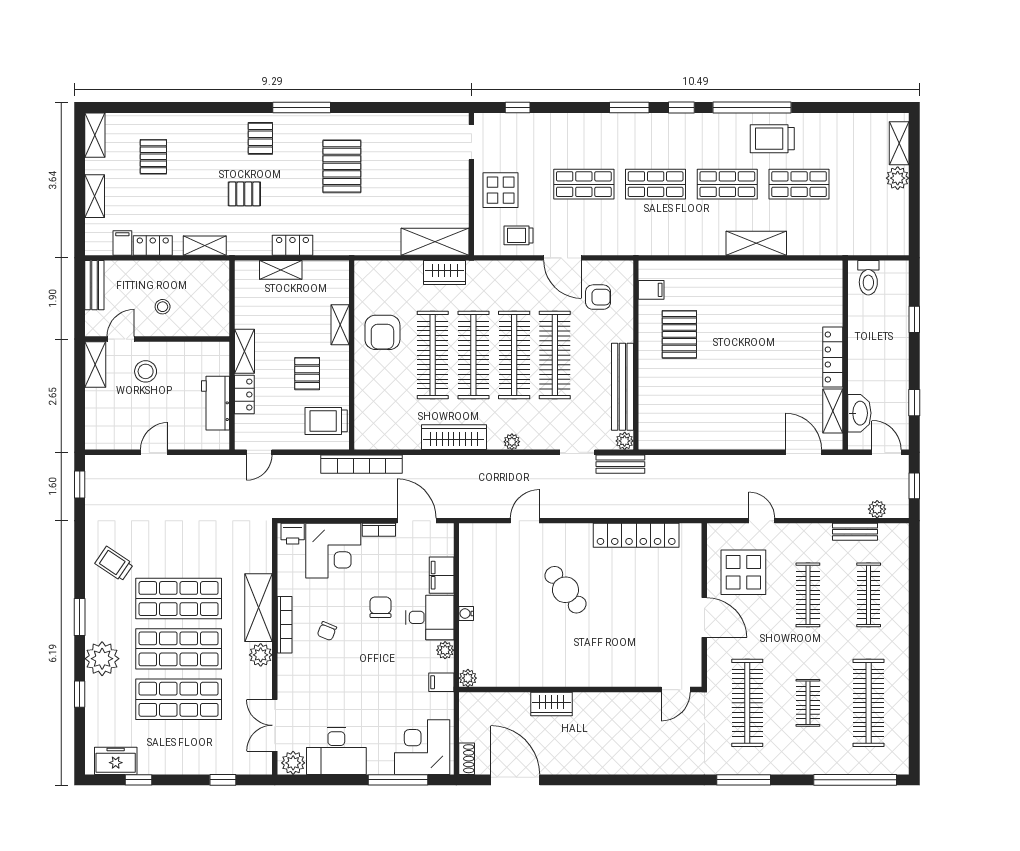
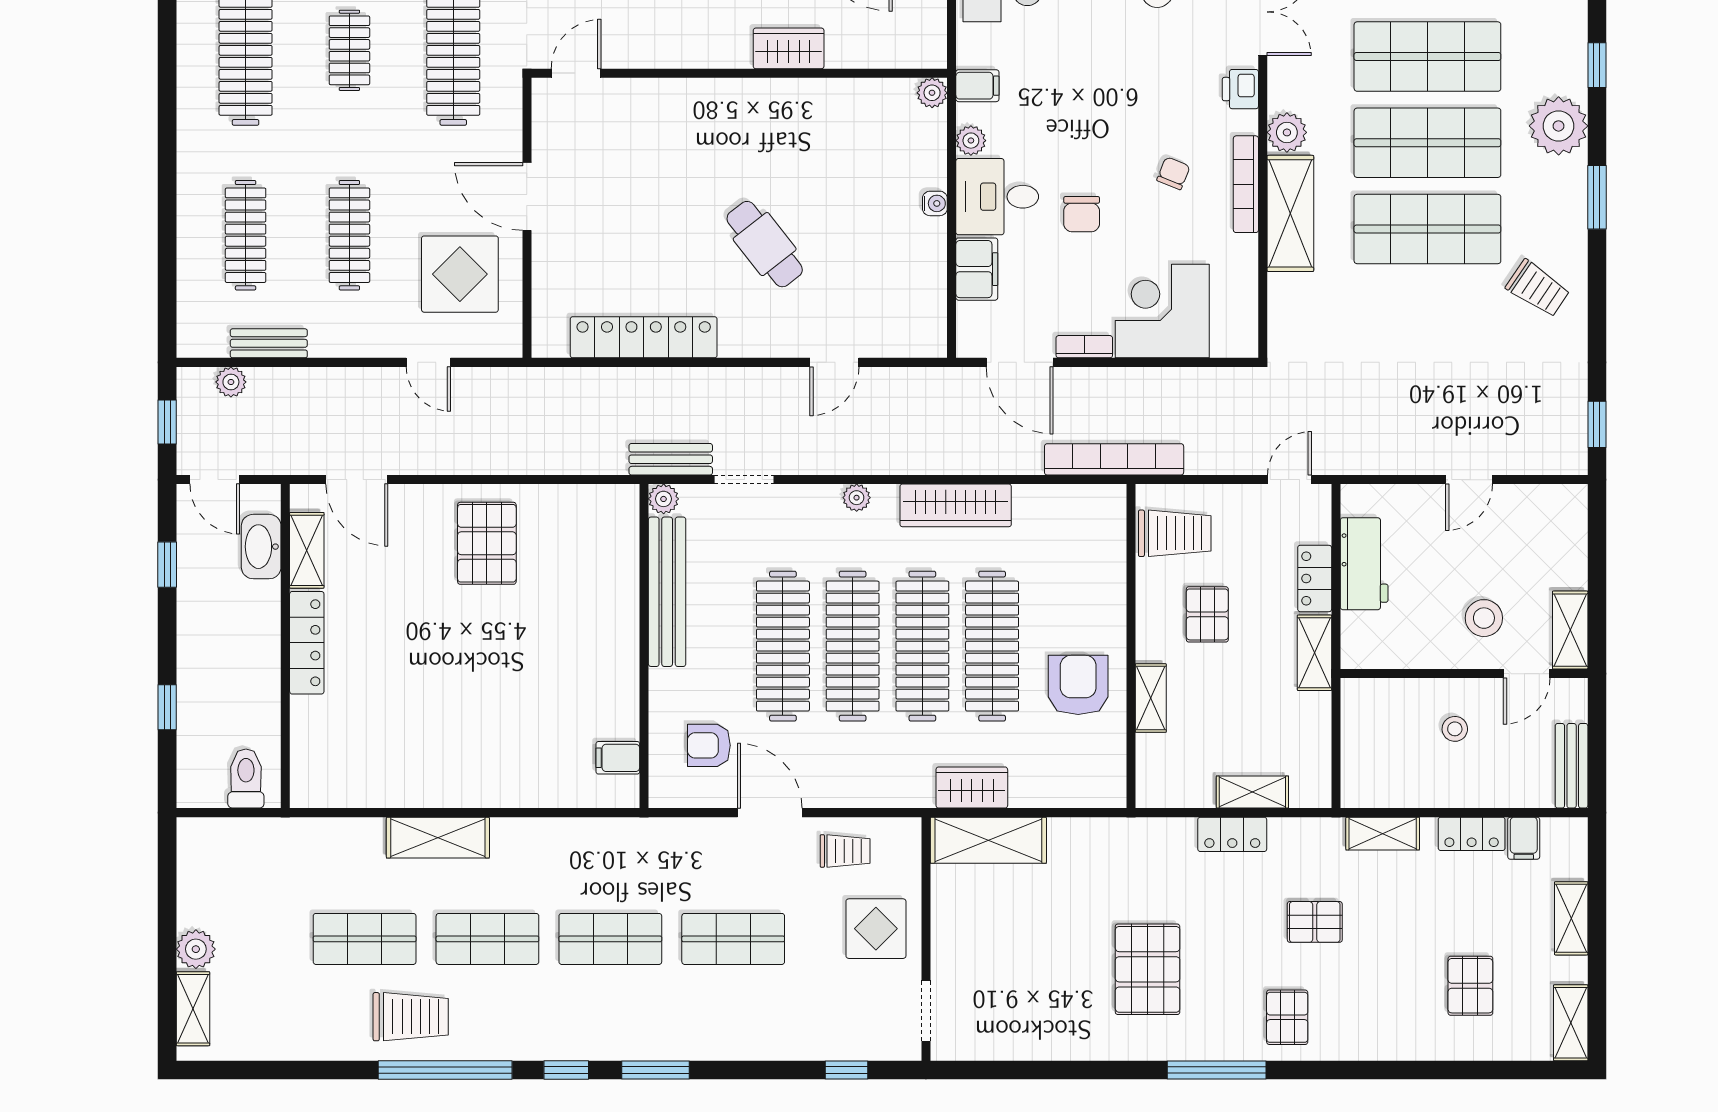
pallet: (679, 334) -> (487, 543), moved
printer: (293, 534) -> (1240, 89), moved, turned -90

